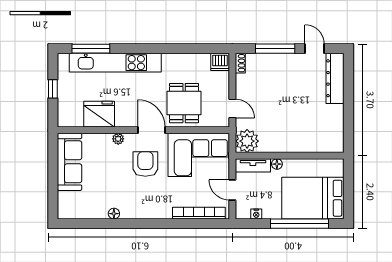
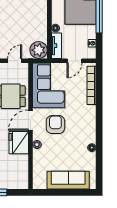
fridge: (99, 114) -> (19, 143), moved
sofa: (70, 162) -> (68, 180), moved
armchair: (145, 164) -> (55, 125), turned 90

